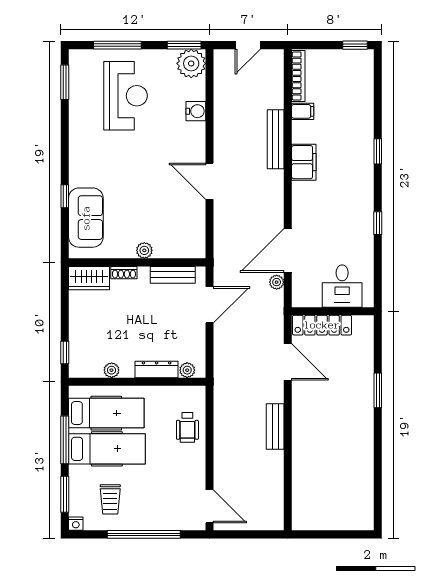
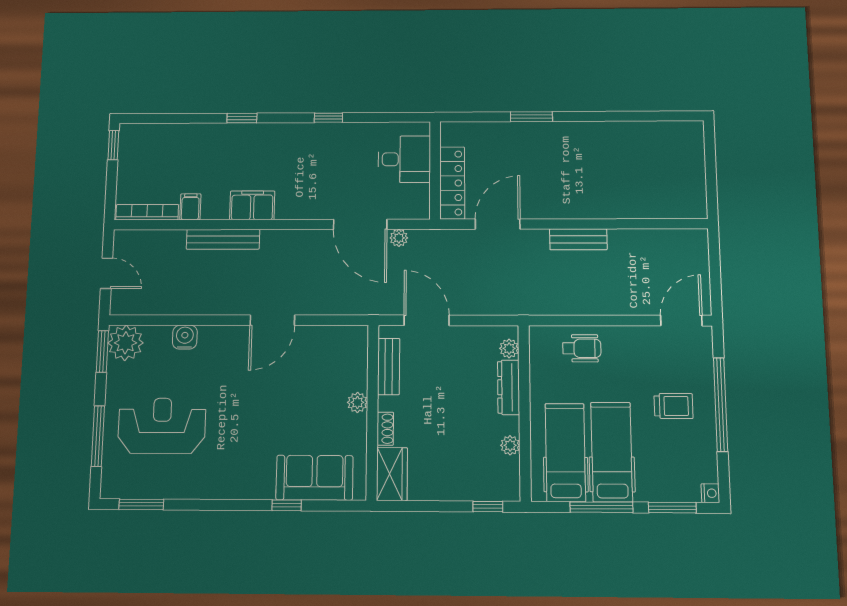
trolley: (110, 499) -> (673, 406), moved

